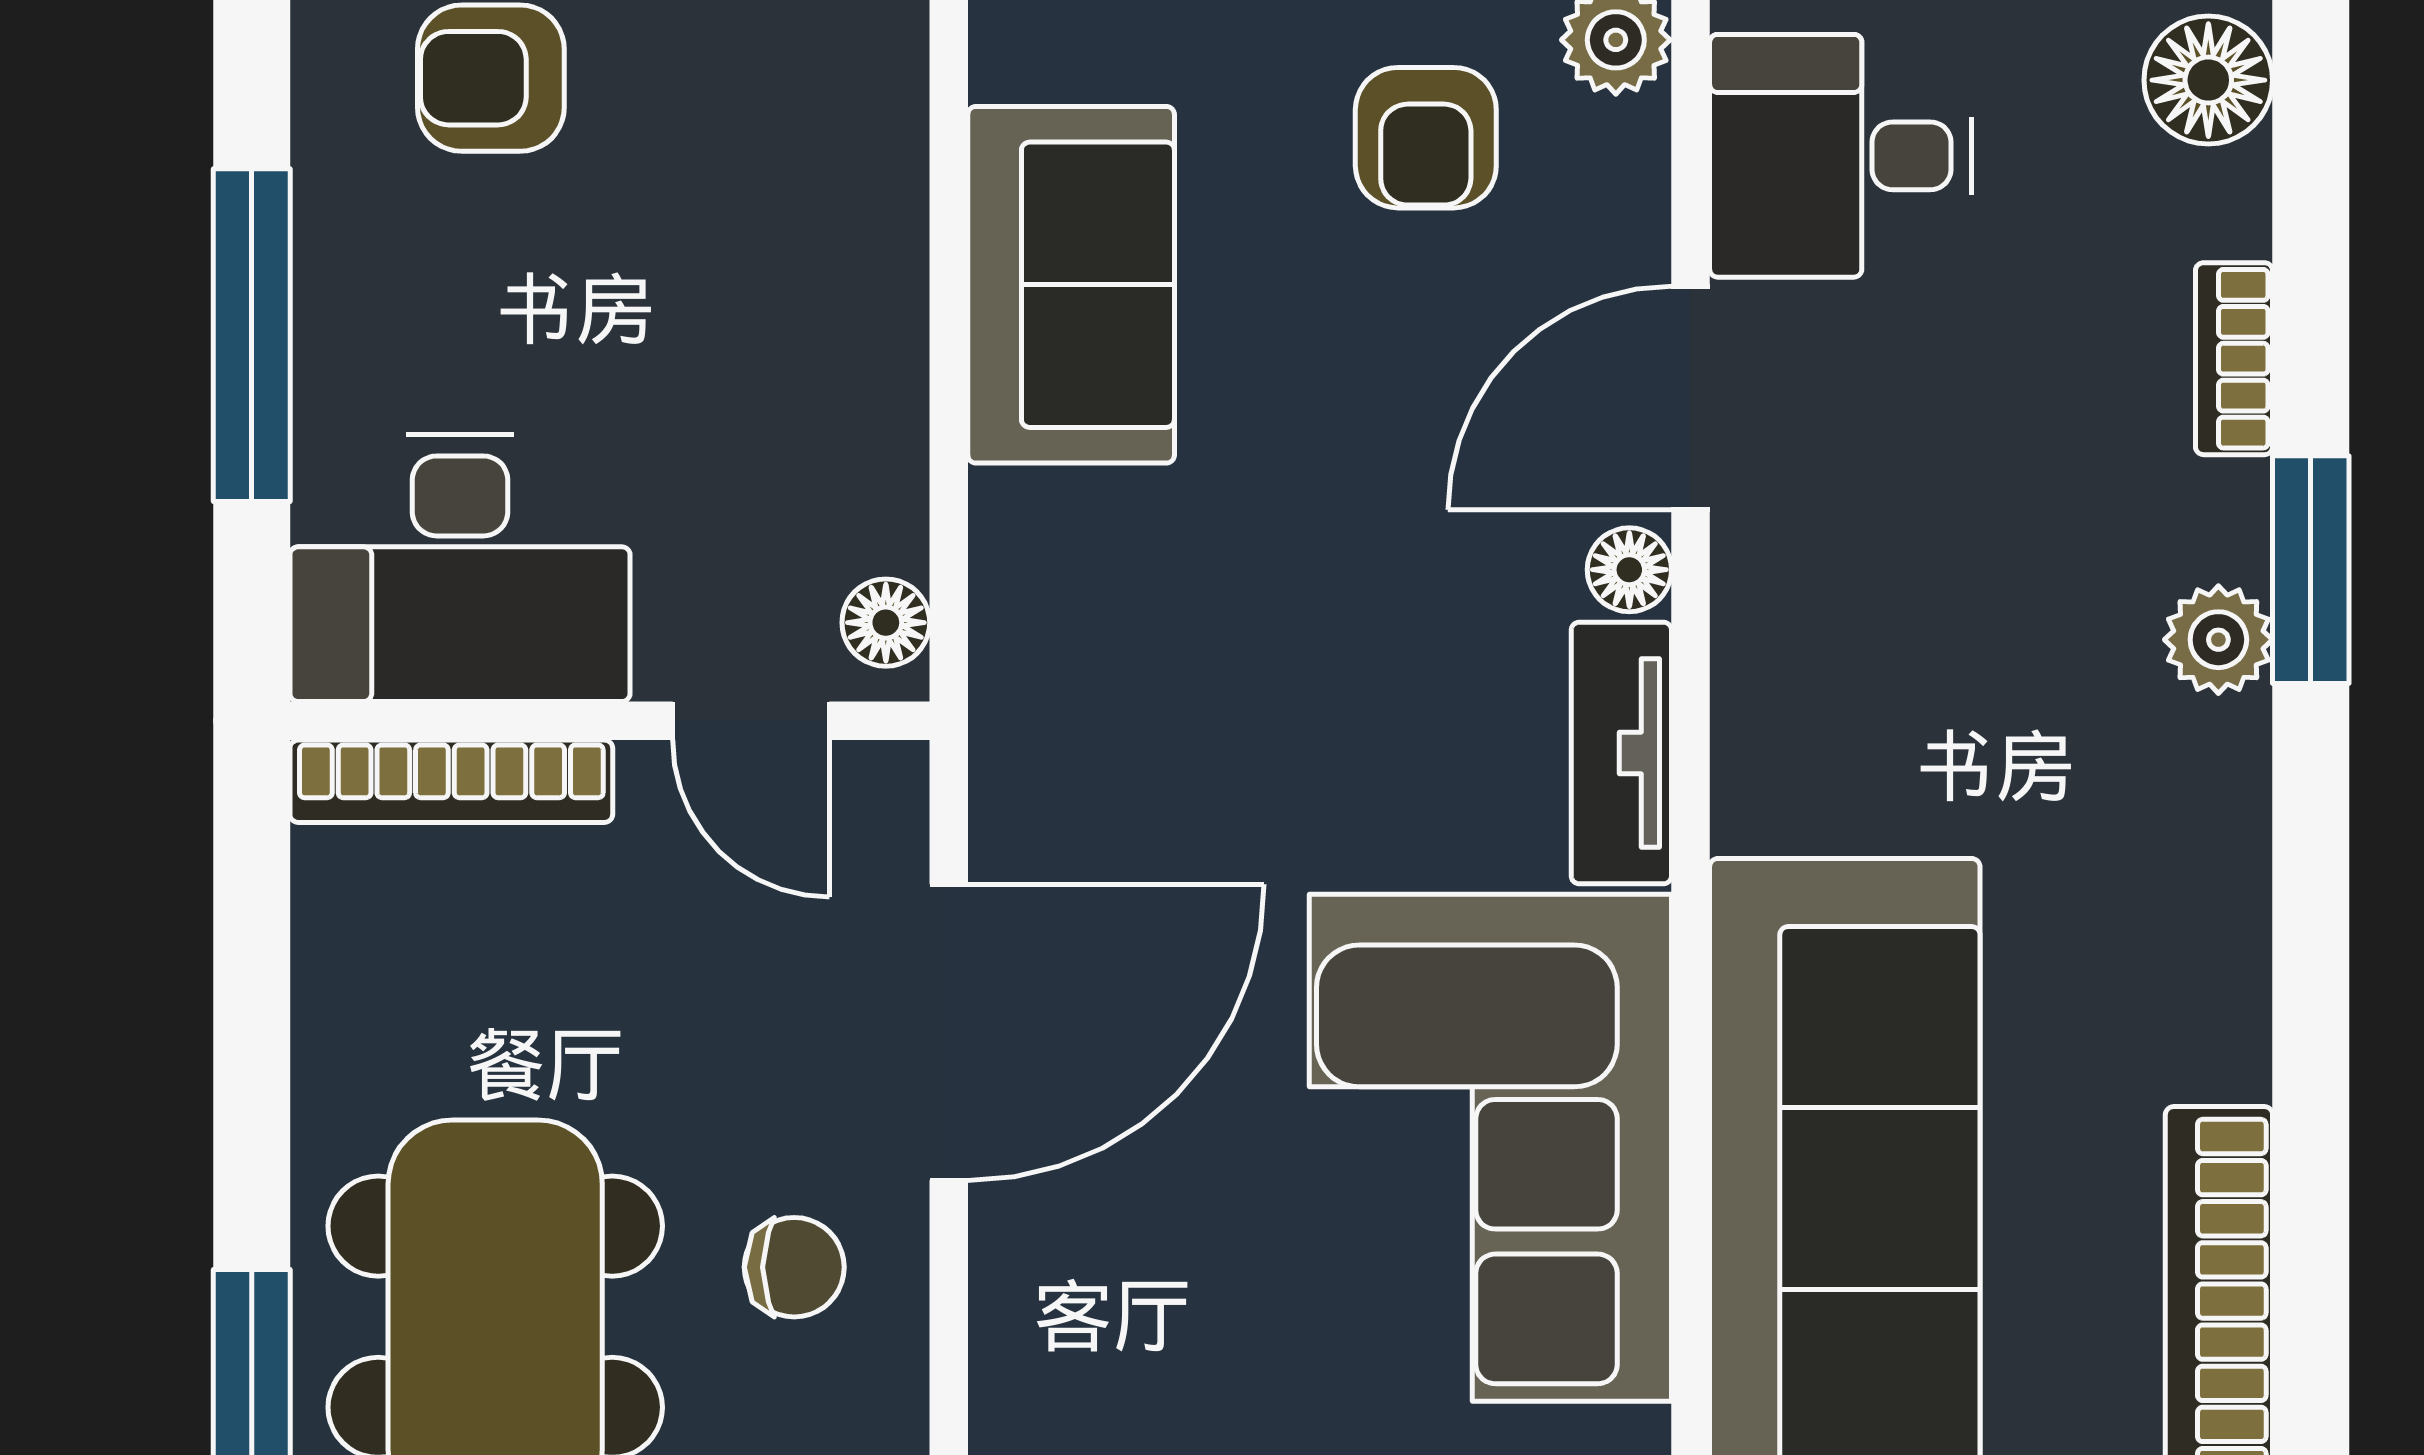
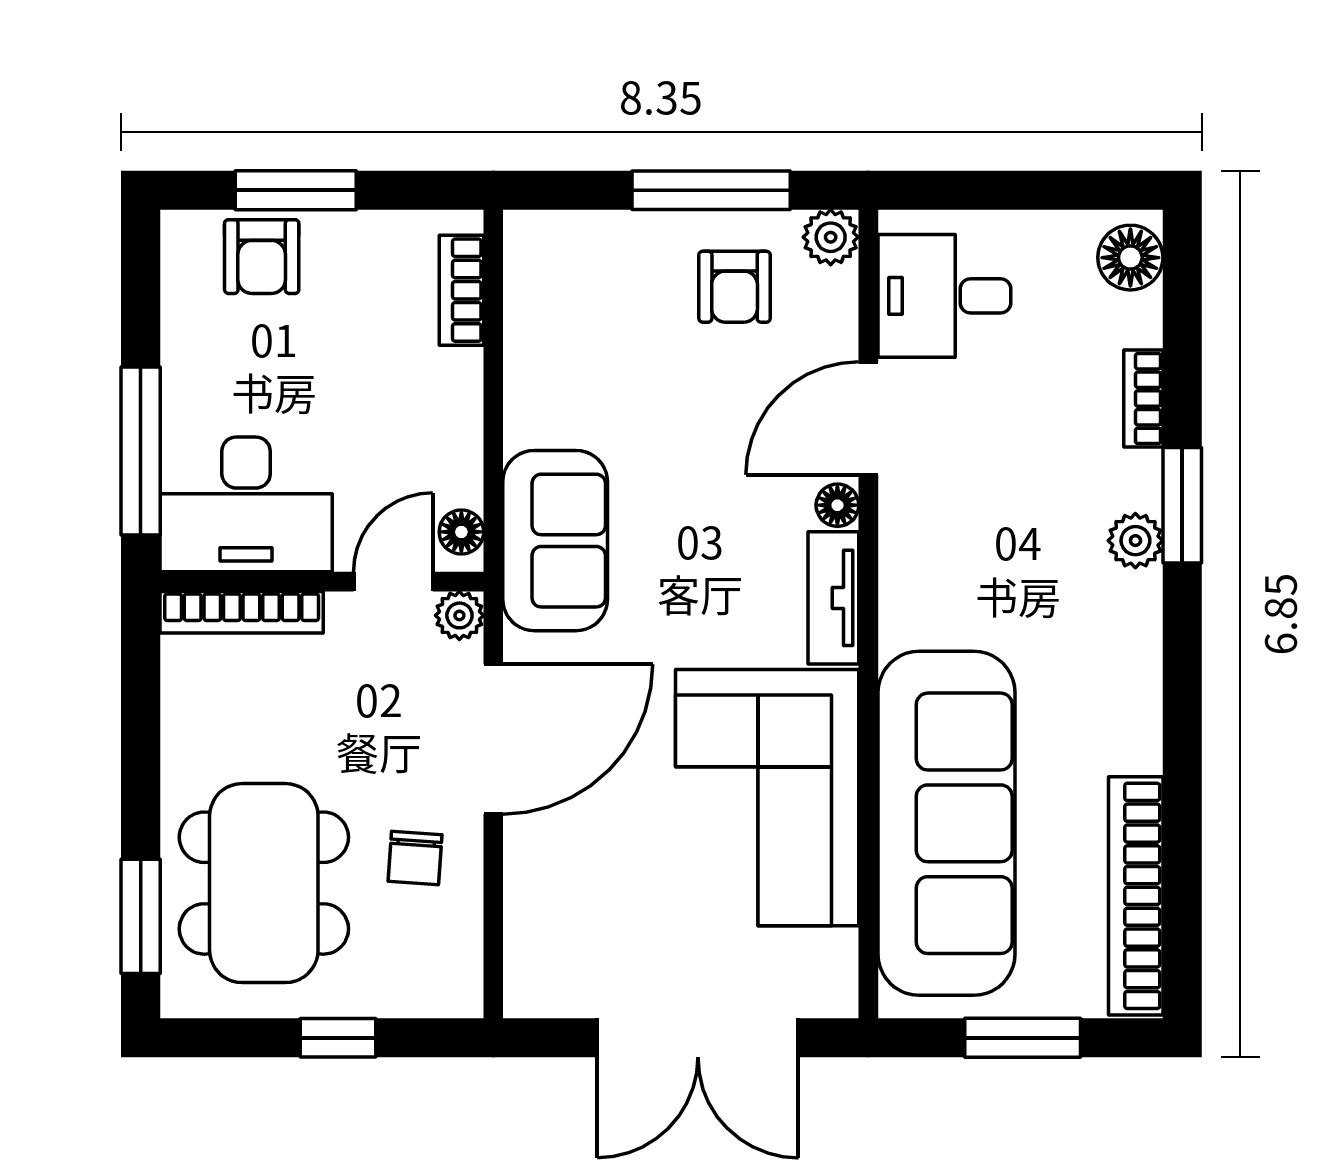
armchair: (491, 78) -> (262, 257), turned -90
bookcase: (886, 145) -> (461, 290), added
sofa: (1071, 285) -> (555, 541), moved
window: (252, 335) -> (141, 451), moved
door: (751, 721) -> (393, 582), swing flipped
plant: (882, 788) -> (459, 615), added
chair: (794, 1267) -> (415, 858), turned 94

